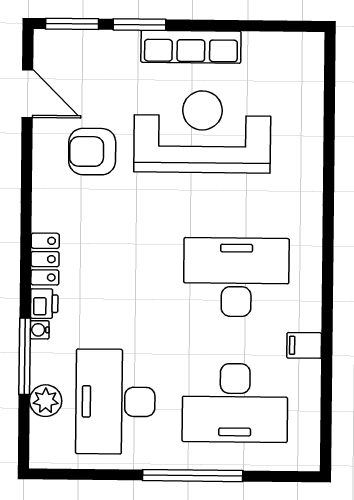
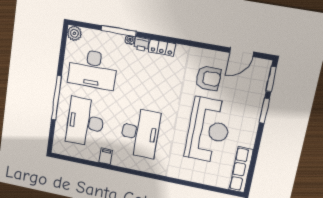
row of seats: (191, 47) -> (241, 170), moved
armchair: (92, 152) -> (208, 78), turned 90
plant: (46, 401) -> (74, 33), moved
desk: (115, 402) -> (93, 69), turned 180

